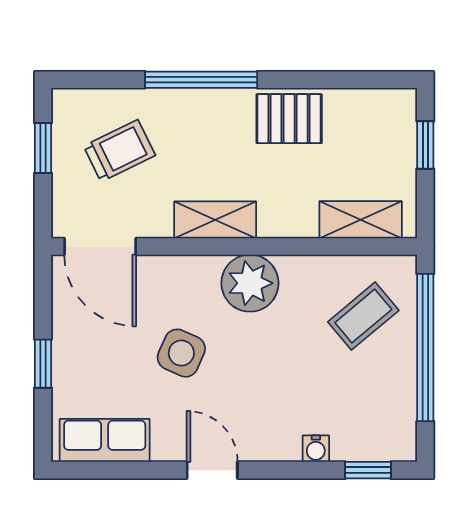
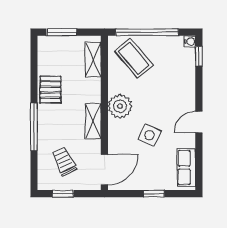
window: (425, 145) -> (62, 32), width x1.50
coffee table: (363, 316) -> (134, 58), width x1.36, depth x1.30
water cooler: (316, 449) -> (190, 42), moved

